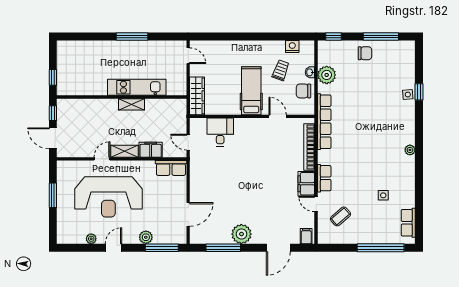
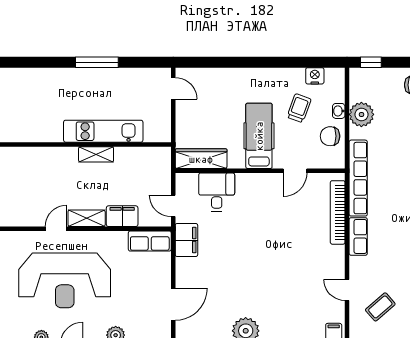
wardrobe: (197, 96) -> (201, 159), moved, turned -90
door: (278, 116) -> (295, 171), swing flipped
row of seats: (324, 178) -> (358, 236), moved
filing cabinet: (306, 184) -> (186, 240), moved, turned 180

